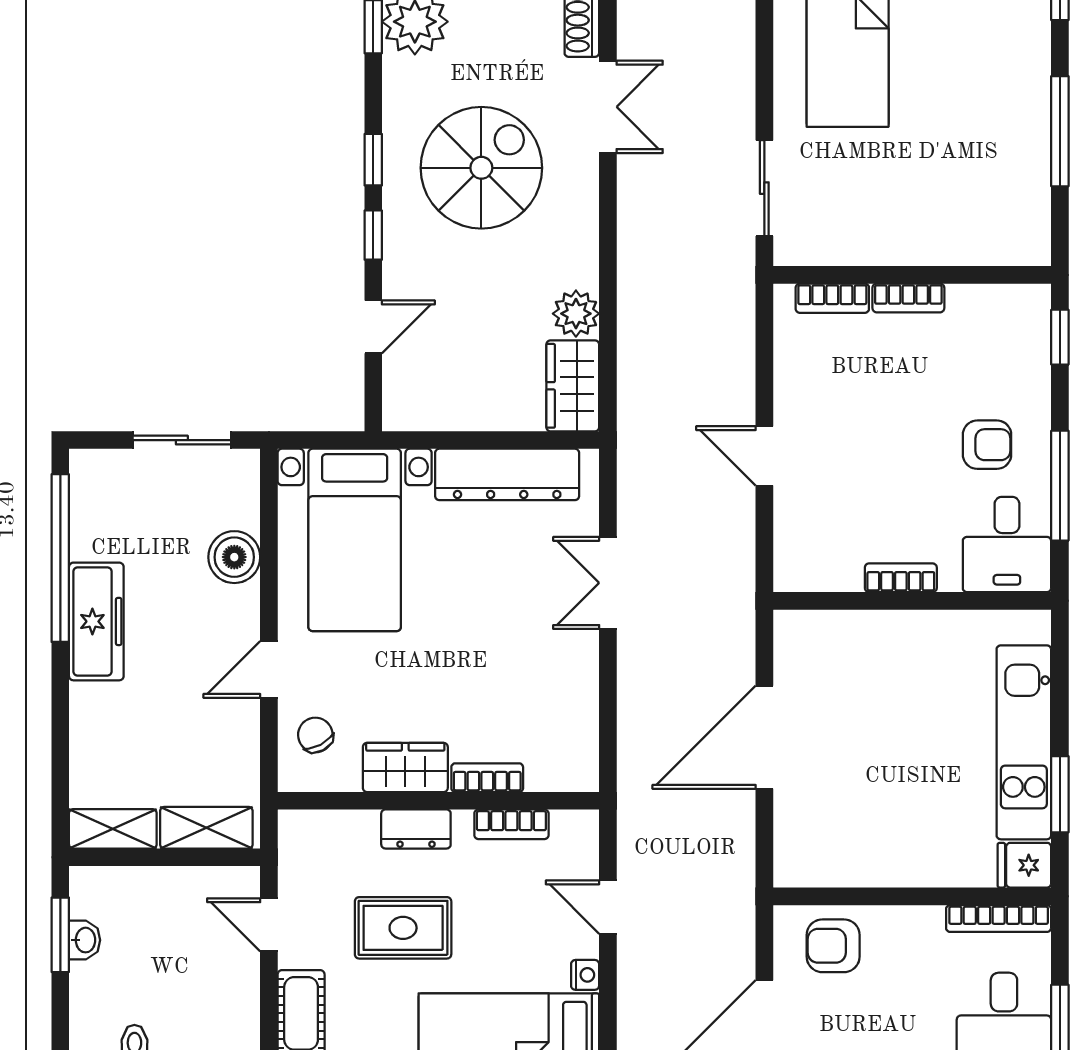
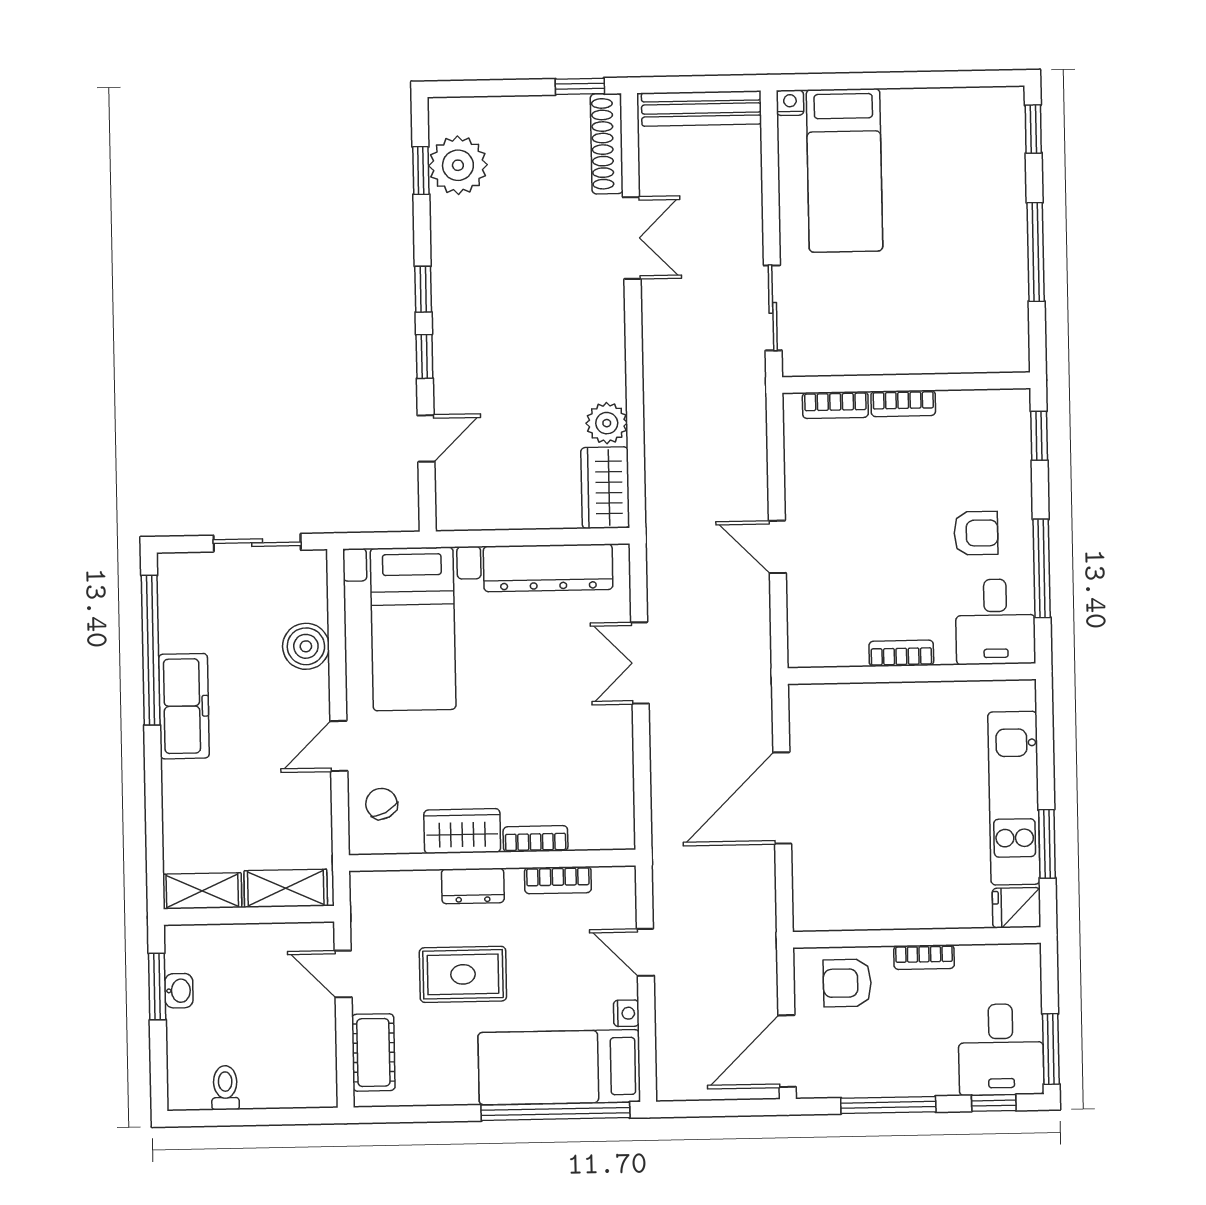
spiral stairs: (481, 168) -> (520, 295), removed
bookcase: (999, 919) -> (924, 957), moved, width x0.64

